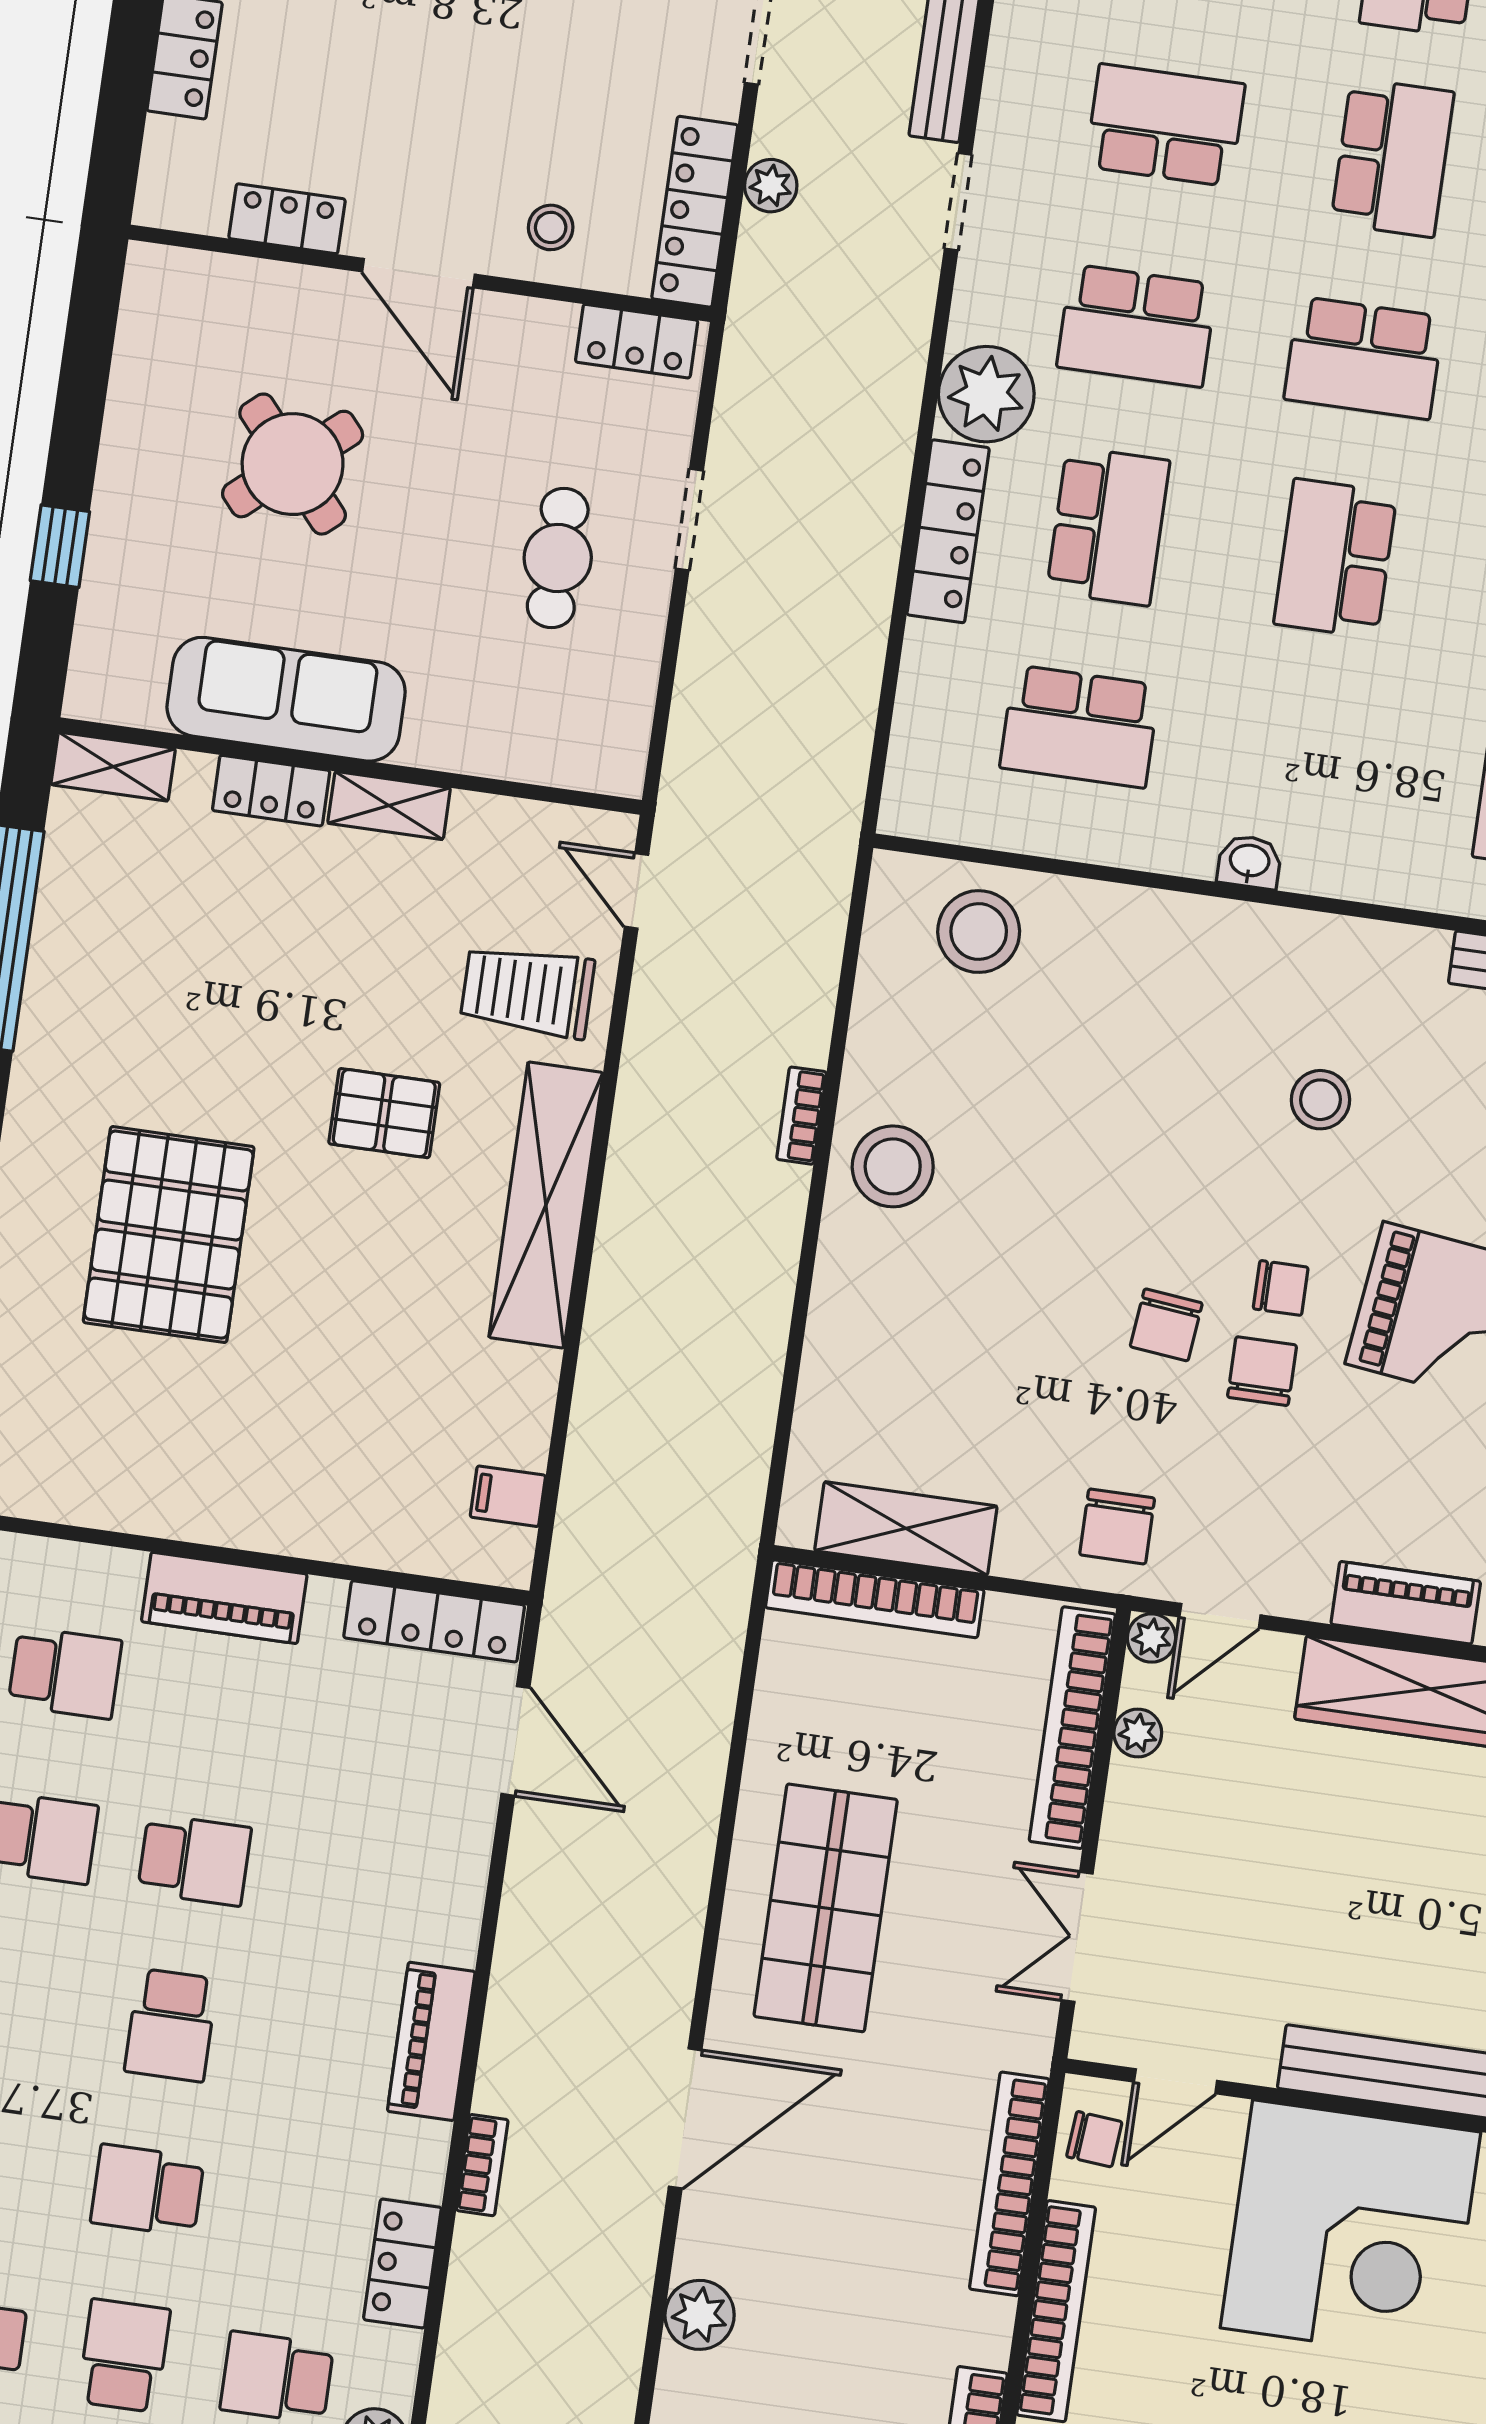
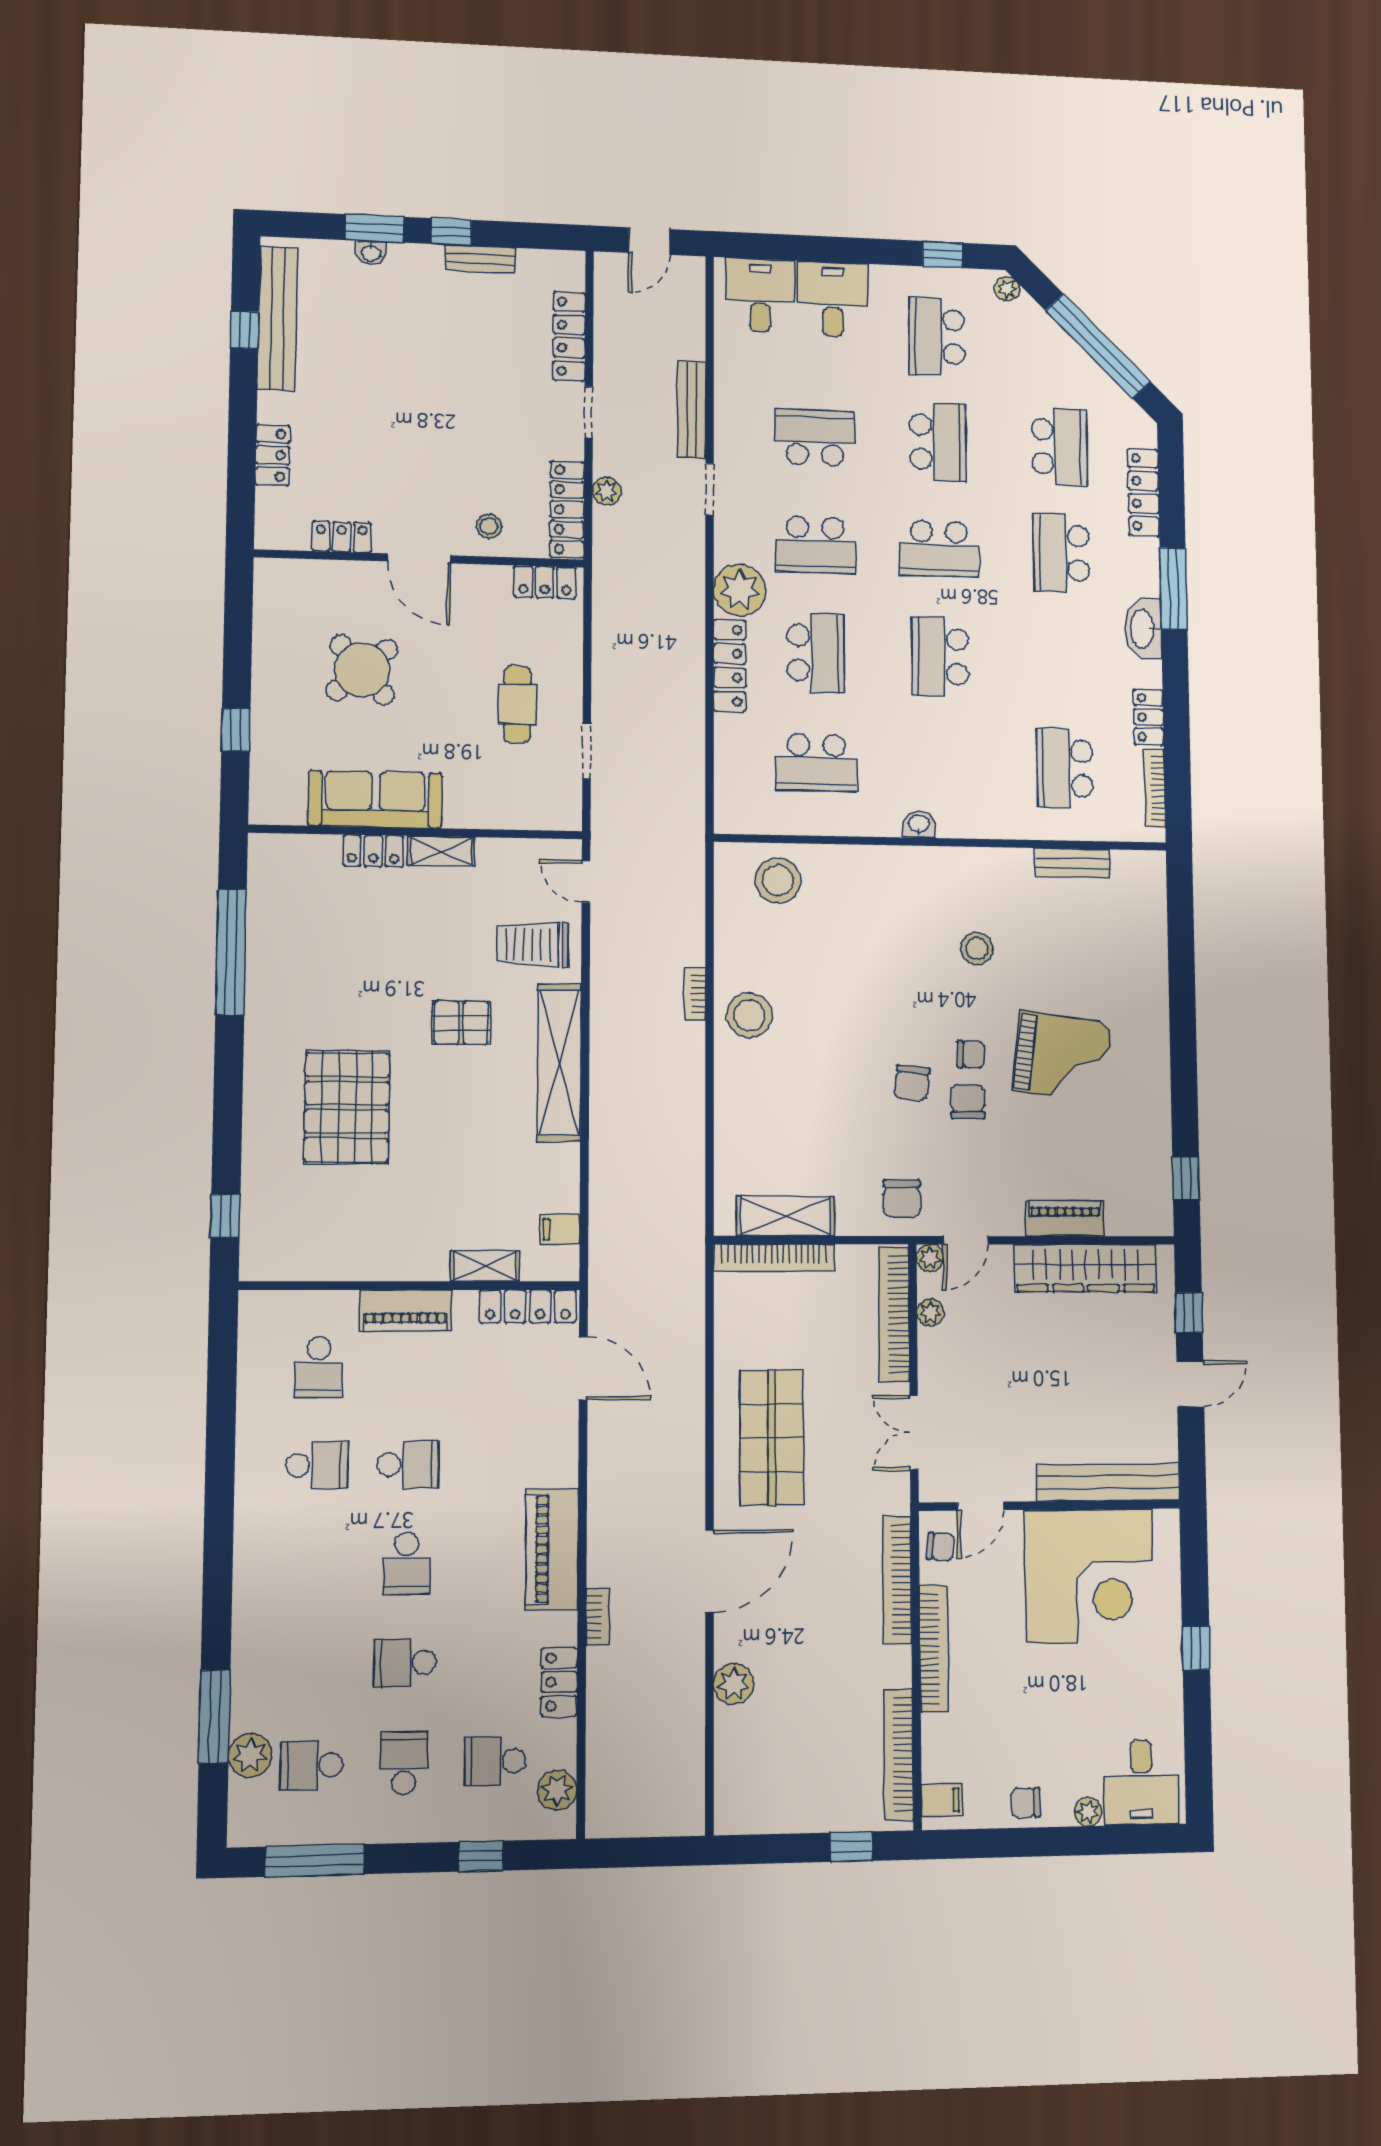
doorway: (689, 520) -> (587, 751), moved
shelving: (113, 767) -> (485, 1266), moved
school desk: (65, 1673) -> (319, 1367), turned 90
piano: (431, 2041) -> (552, 1549), width x1.37, depth x1.33

